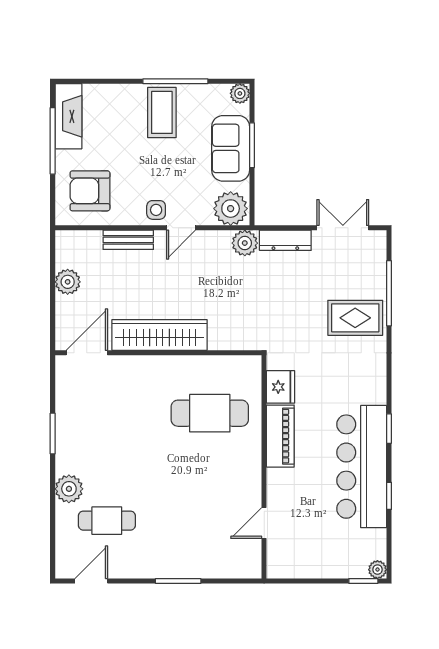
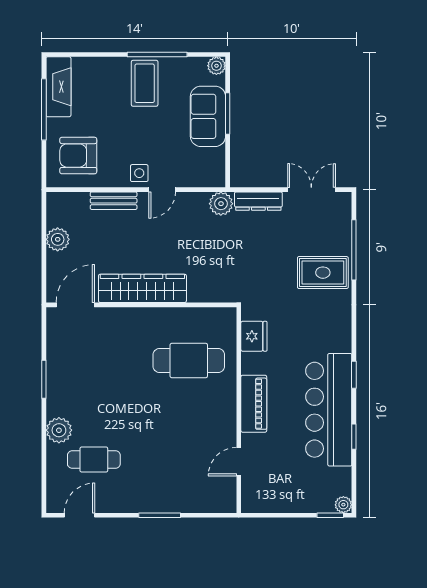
plant: (231, 209) -> (208, 172), removed
piano: (280, 436) -> (254, 404), moved

